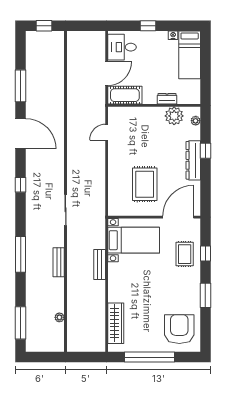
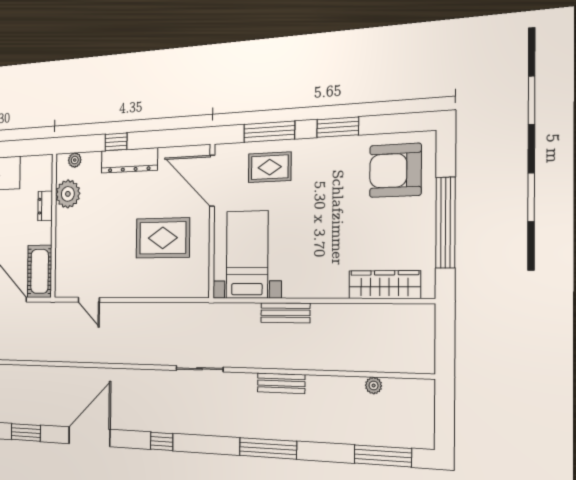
window: (21, 86) -> (26, 432), width x0.69
window: (205, 254) -> (269, 132), width x2.17

